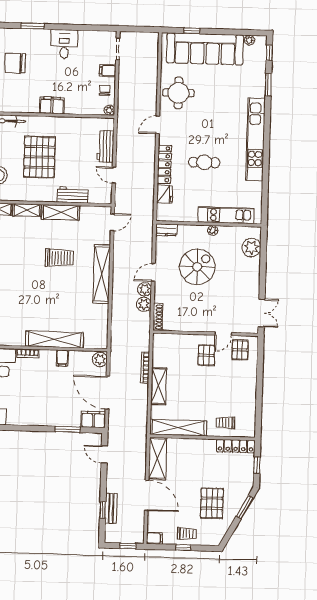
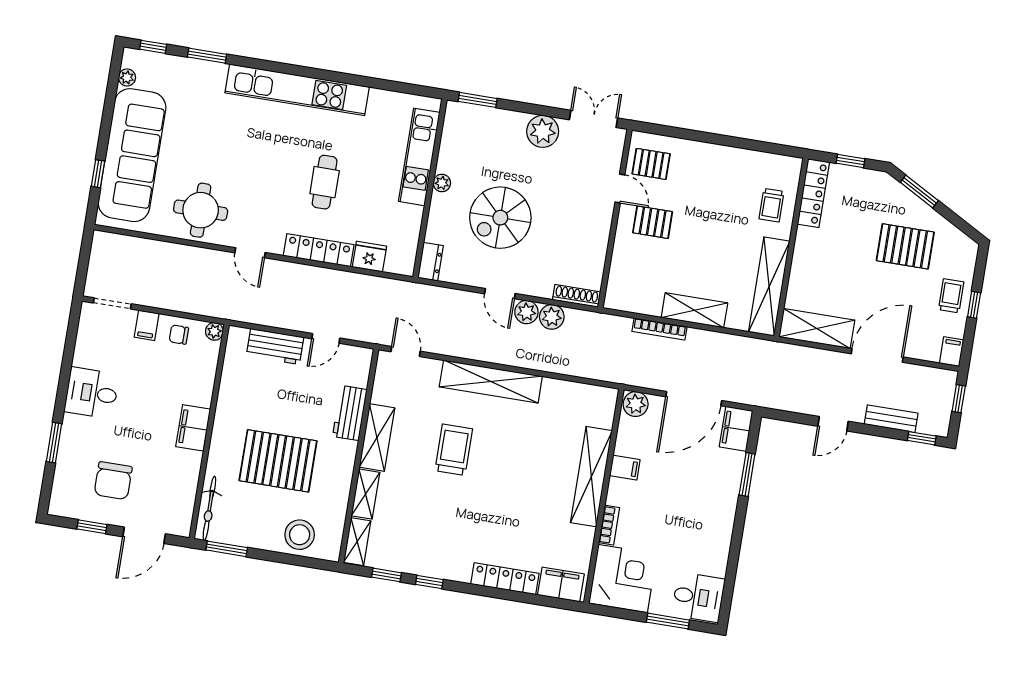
window: (264, 245) -> (478, 100), added
plant: (251, 248) -> (543, 131), moved
spiral stairs: (197, 267) -> (500, 218), turned -90
door: (104, 455) -> (833, 424), moved
window: (103, 510) -> (922, 438), moved

